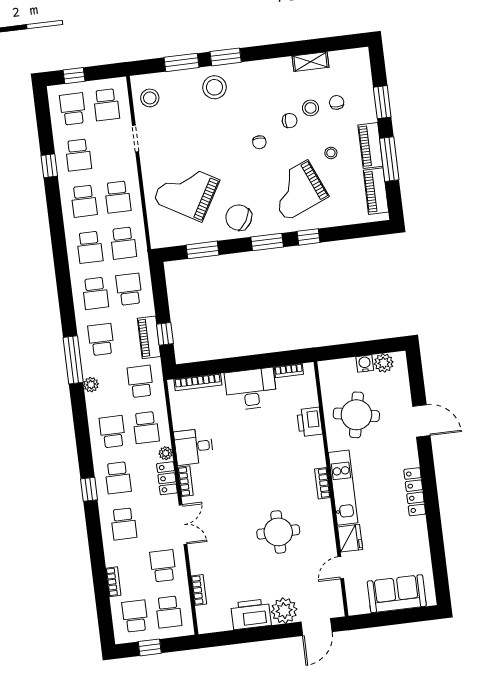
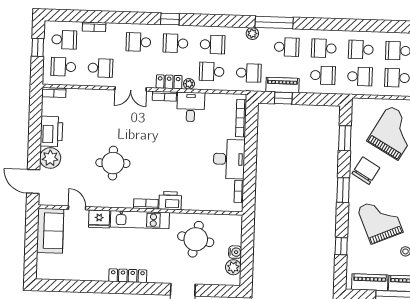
window: (309, 237) -> (341, 246), moved
school desk: (123, 243) -> (360, 77), turned 180
printer: (310, 422) -> (170, 201), moved
bookcase: (199, 590) -> (54, 92), moved
sofa: (397, 594) -> (50, 231), moved

